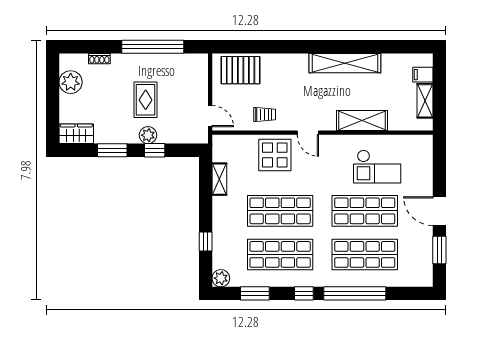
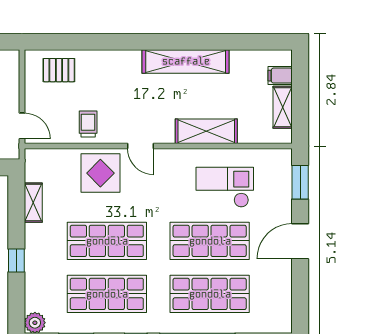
pallet: (241, 70) -> (59, 70), width x0.67, depth x0.71
trolley: (265, 115) -> (88, 124), turned -90
checkout: (377, 167) -> (225, 187), turned 180
door: (439, 211) -> (300, 241), hinge flipped
window: (206, 242) -> (16, 260), moved
window: (439, 250) -> (300, 182), moved

